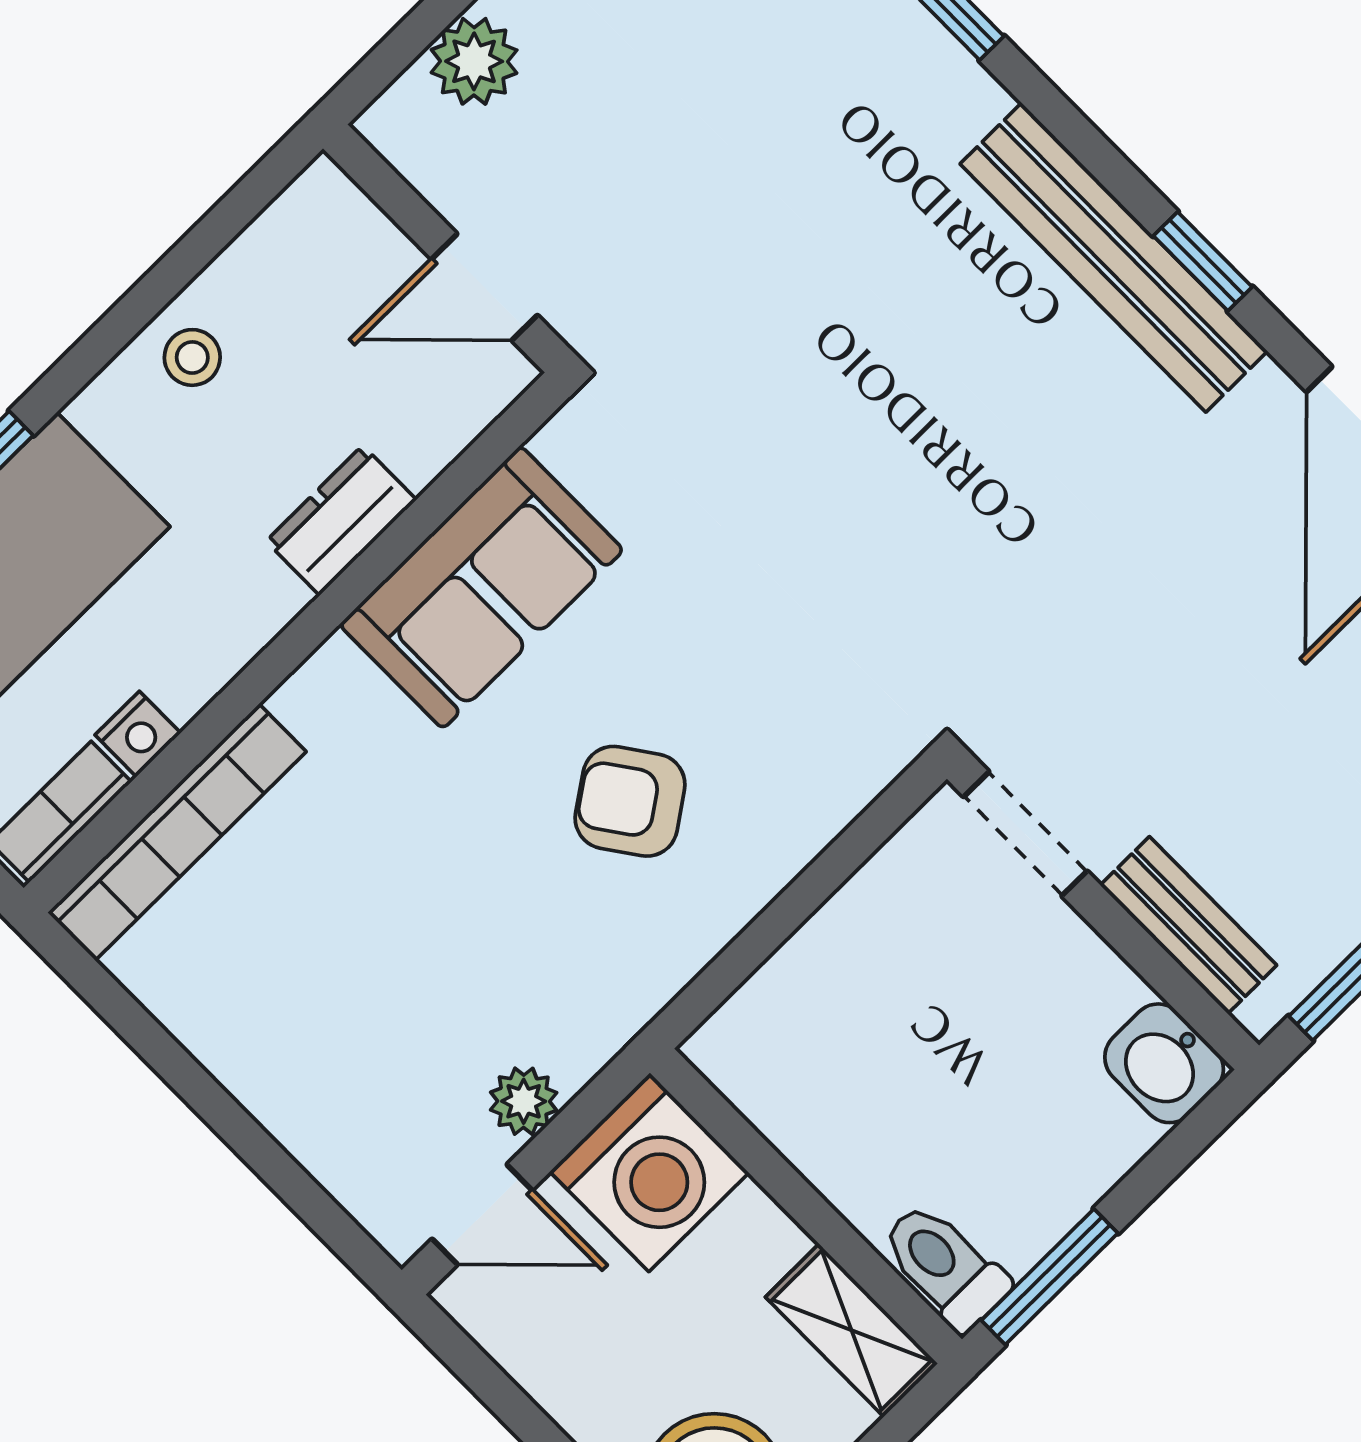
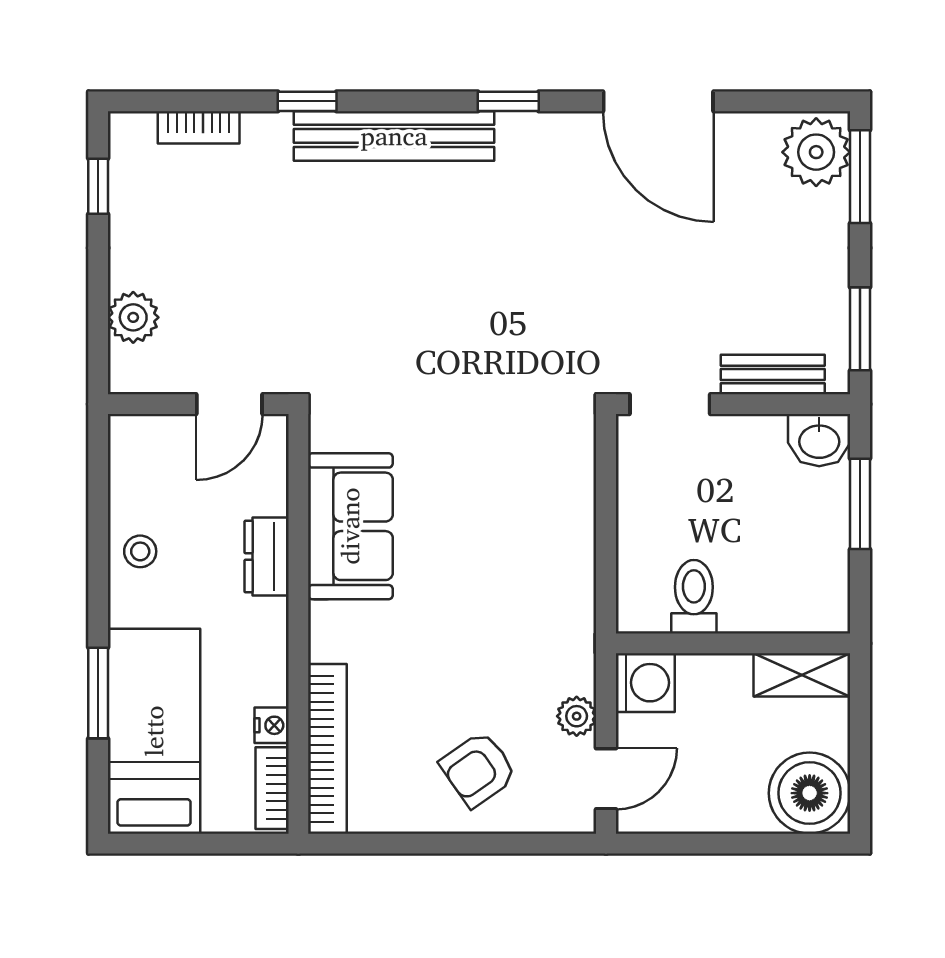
bench: (1114, 258) -> (394, 136), moved
armchair: (630, 801) -> (478, 769), moved
washing machine: (649, 1172) -> (645, 683), width x0.73, depth x0.73
toilet: (945, 1266) -> (694, 597), moved, turned 90
window: (1050, 1277) -> (860, 504), moved

